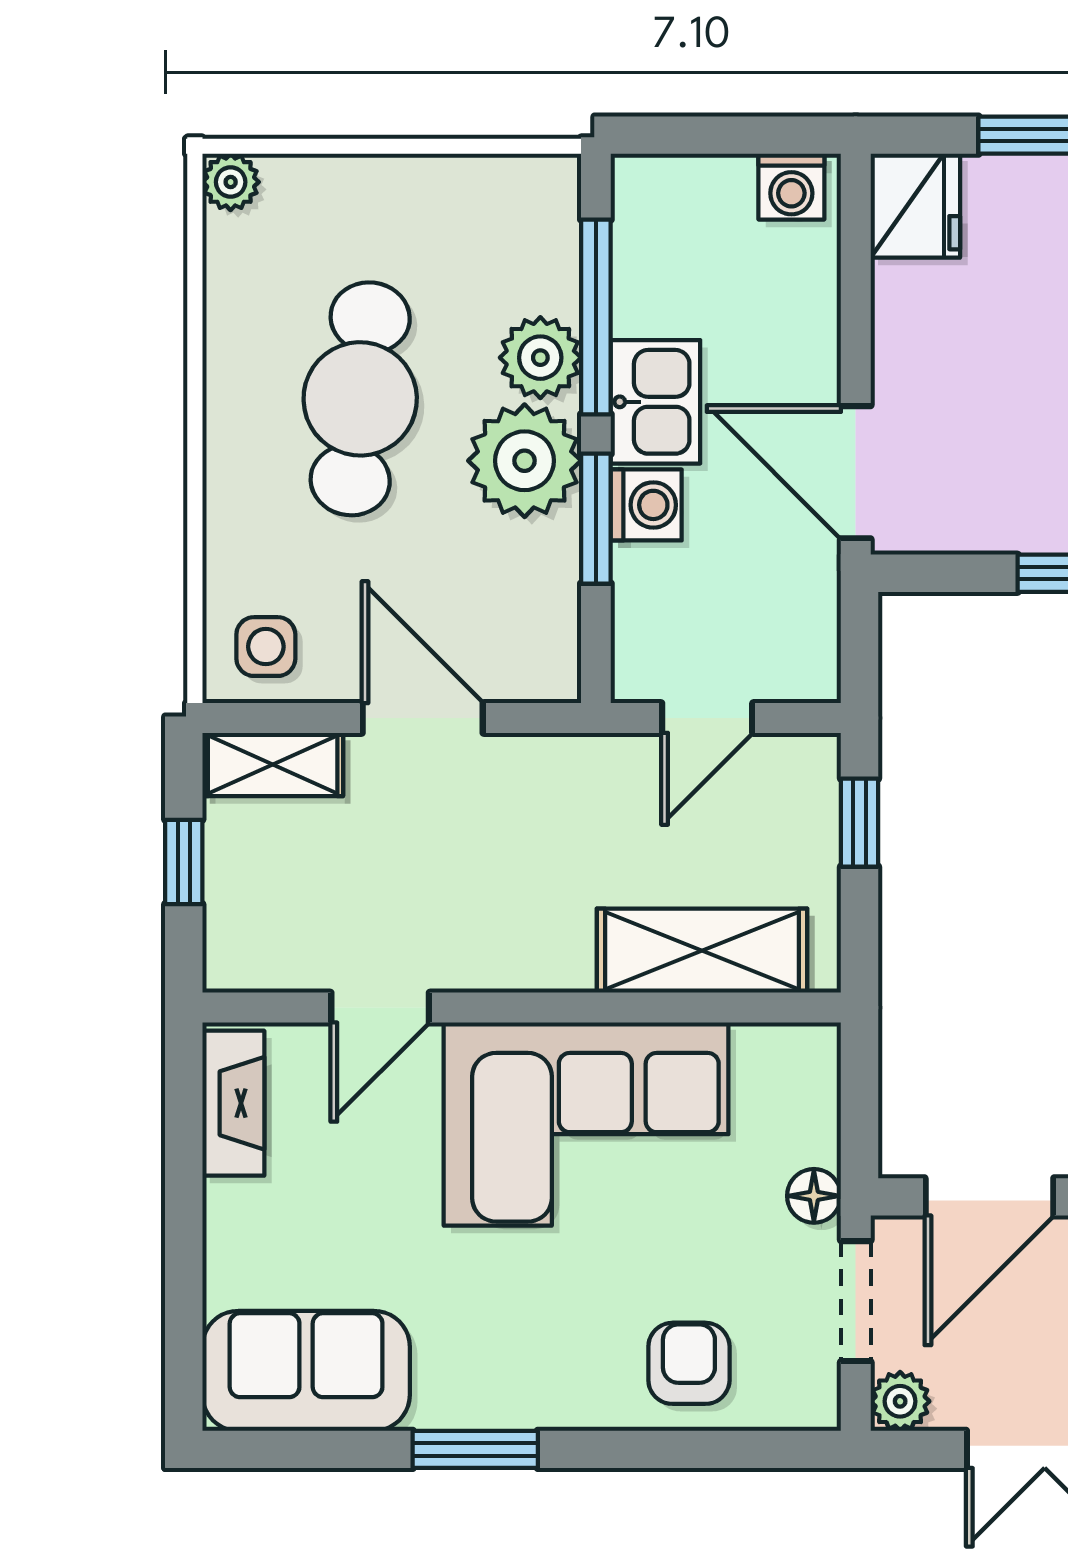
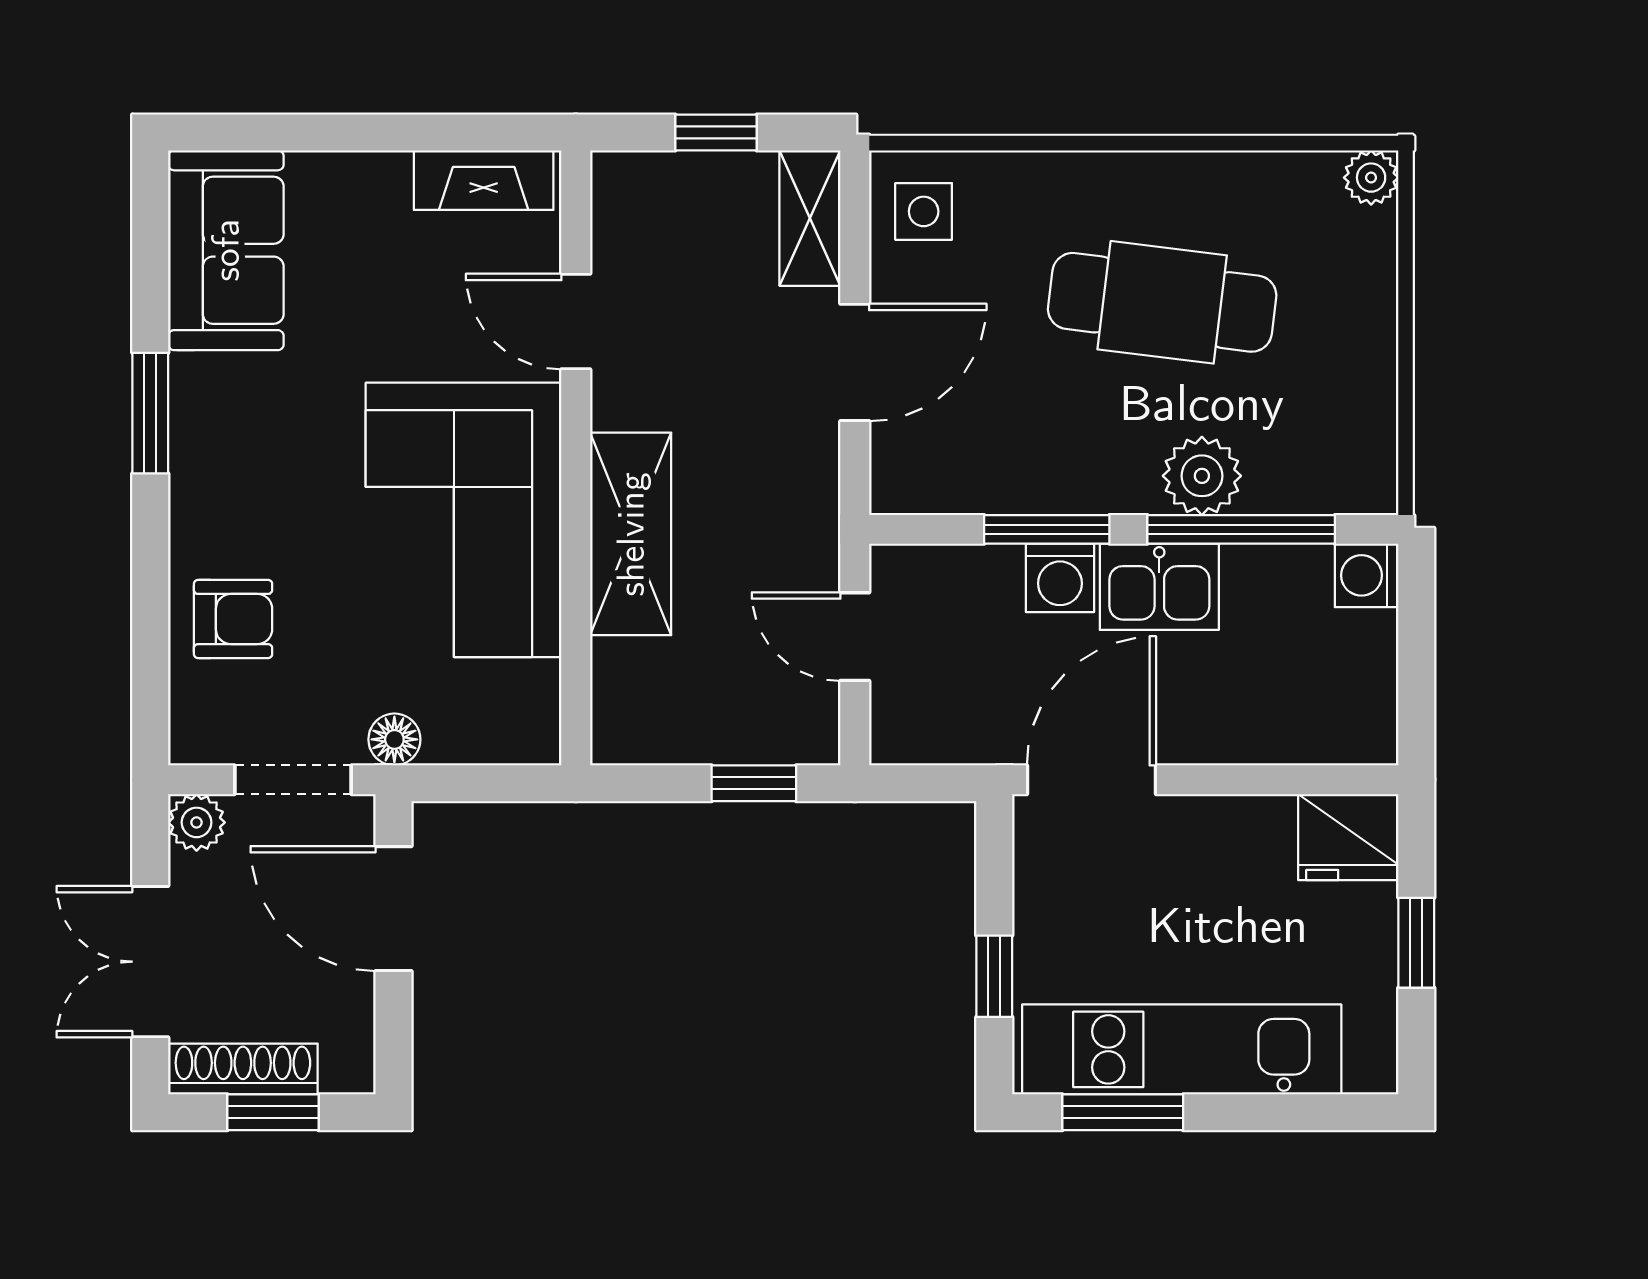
washing machine: (791, 187) -> (1367, 575), moved
plant: (525, 461) -> (1103, 461), removed
shelving: (702, 951) -> (631, 534), moved

